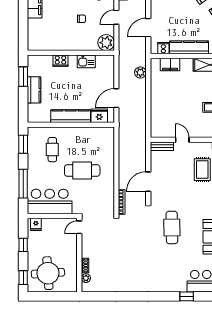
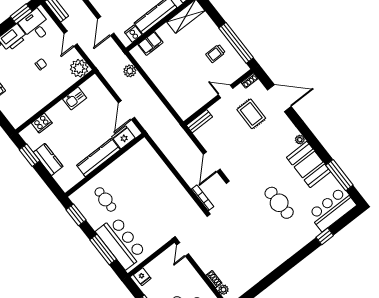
cooker: (60, 61) -> (42, 123), moved
door: (182, 140) -> (226, 91), moved
cafe table: (82, 171) -> (146, 197), removed
bar counter: (50, 201) -> (121, 242), moved, turned 90
cafe table: (172, 227) -> (279, 203), moved

